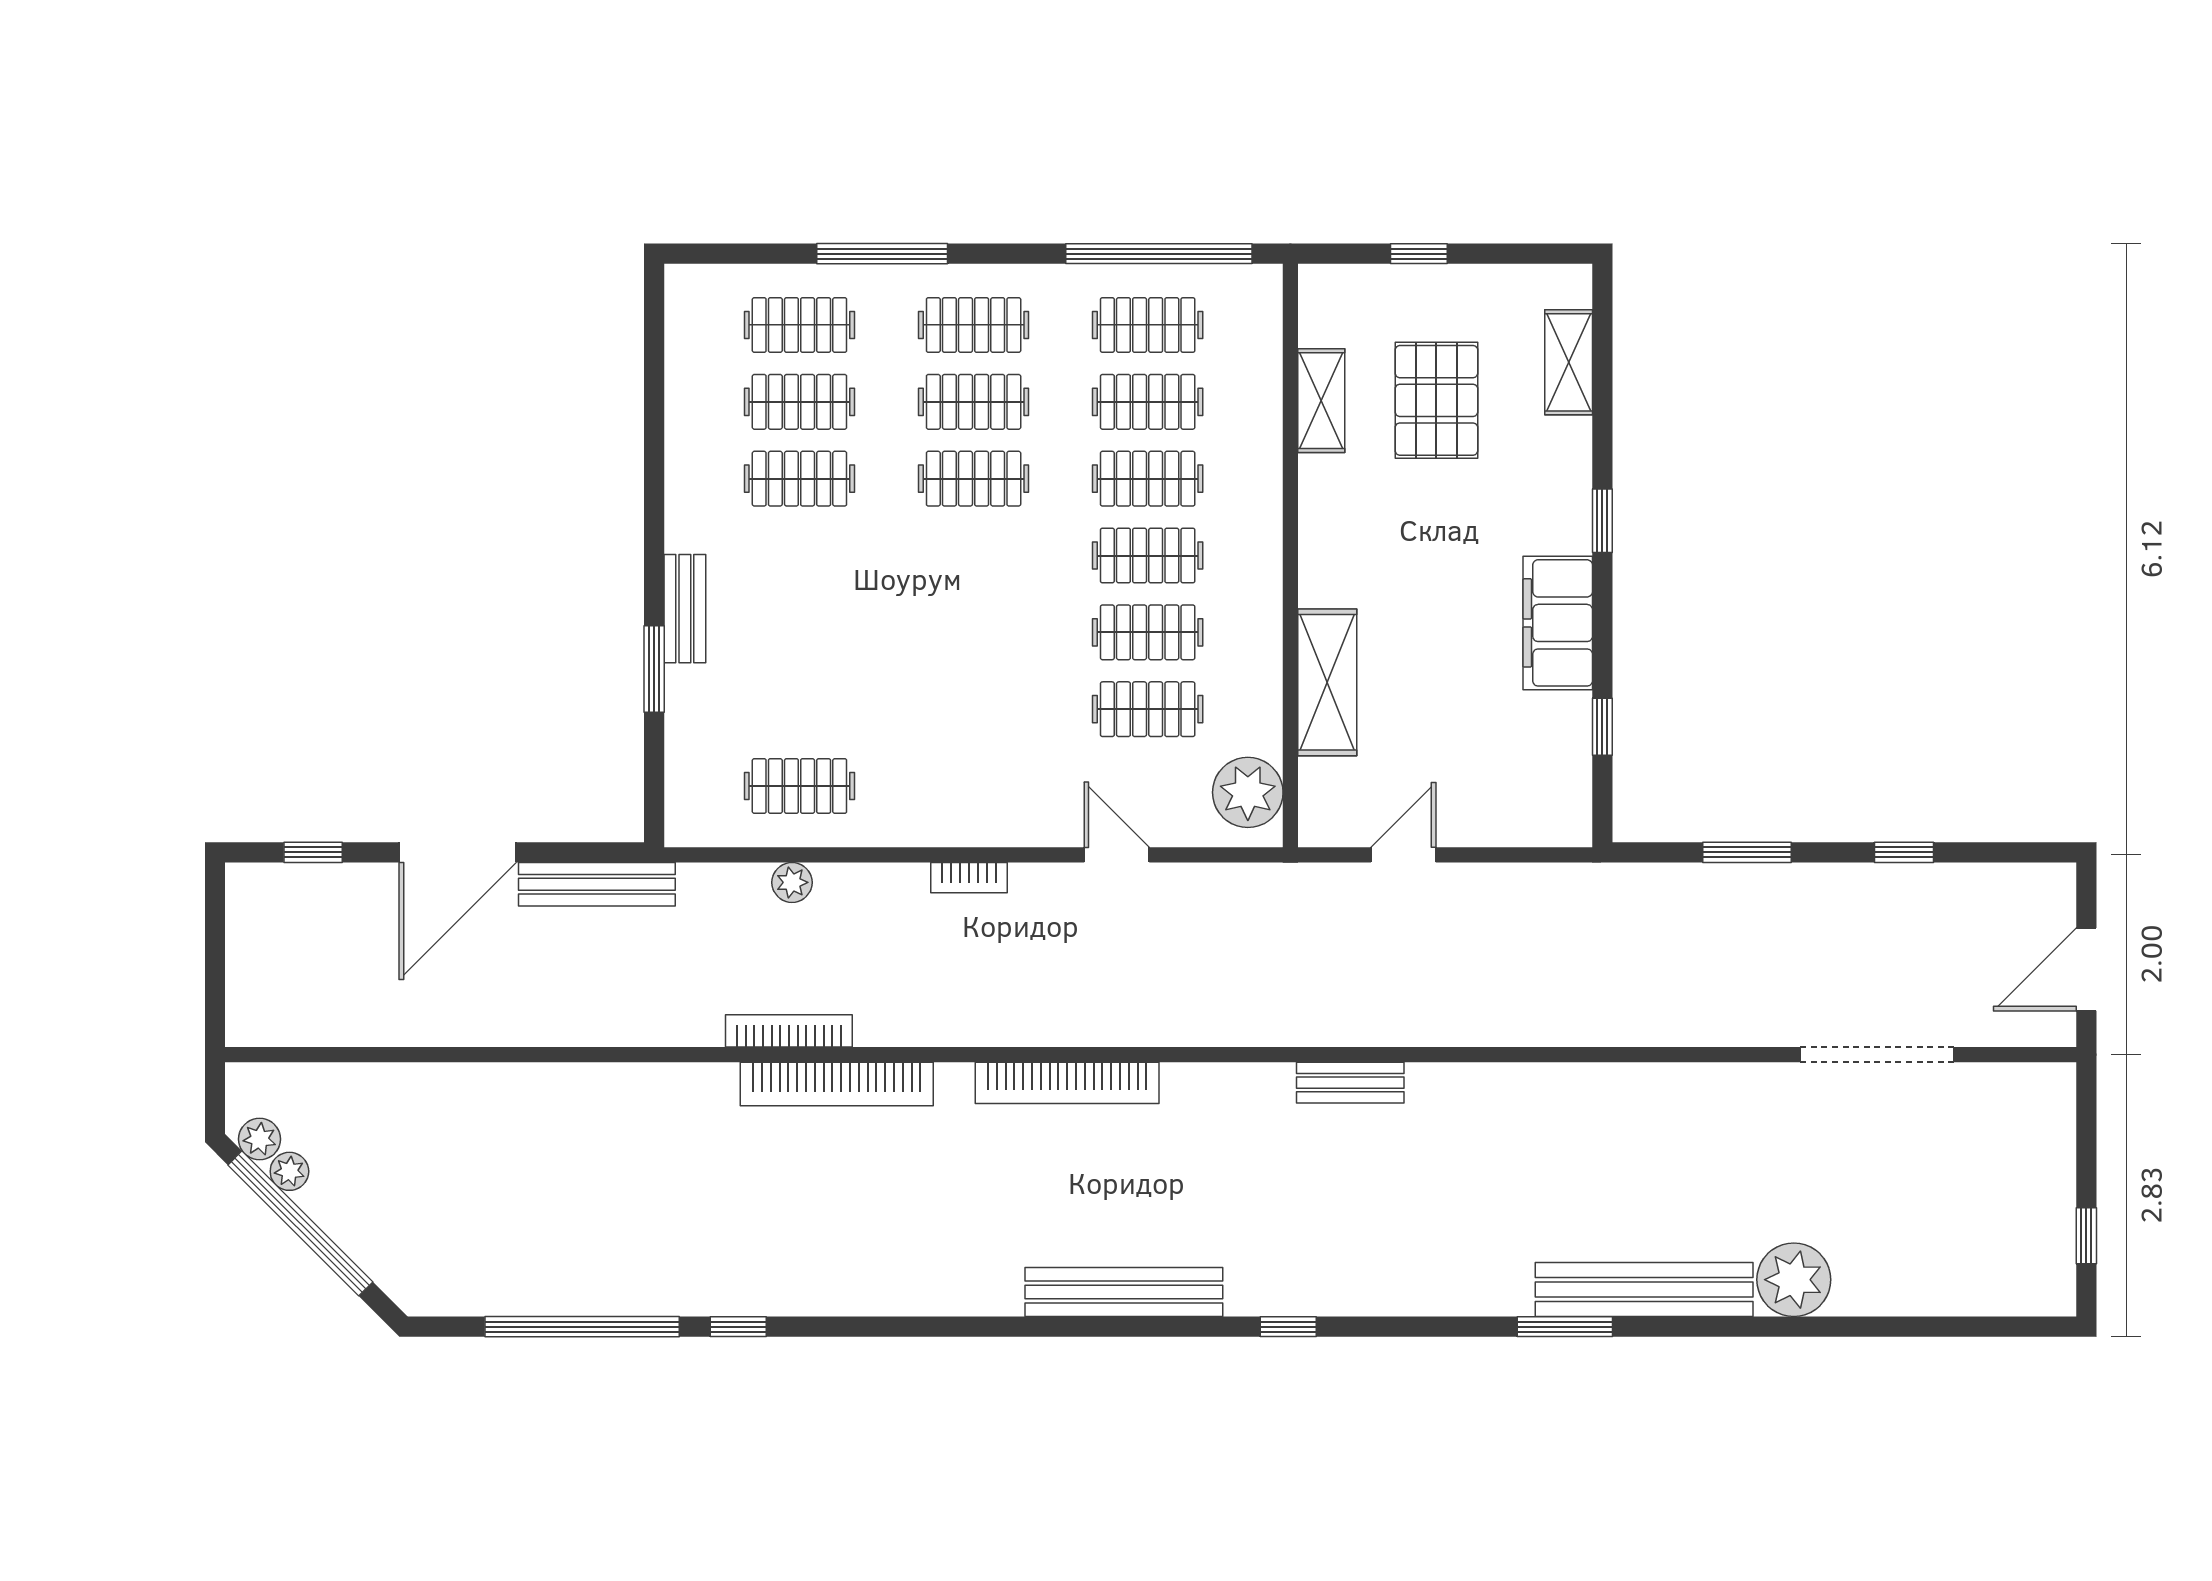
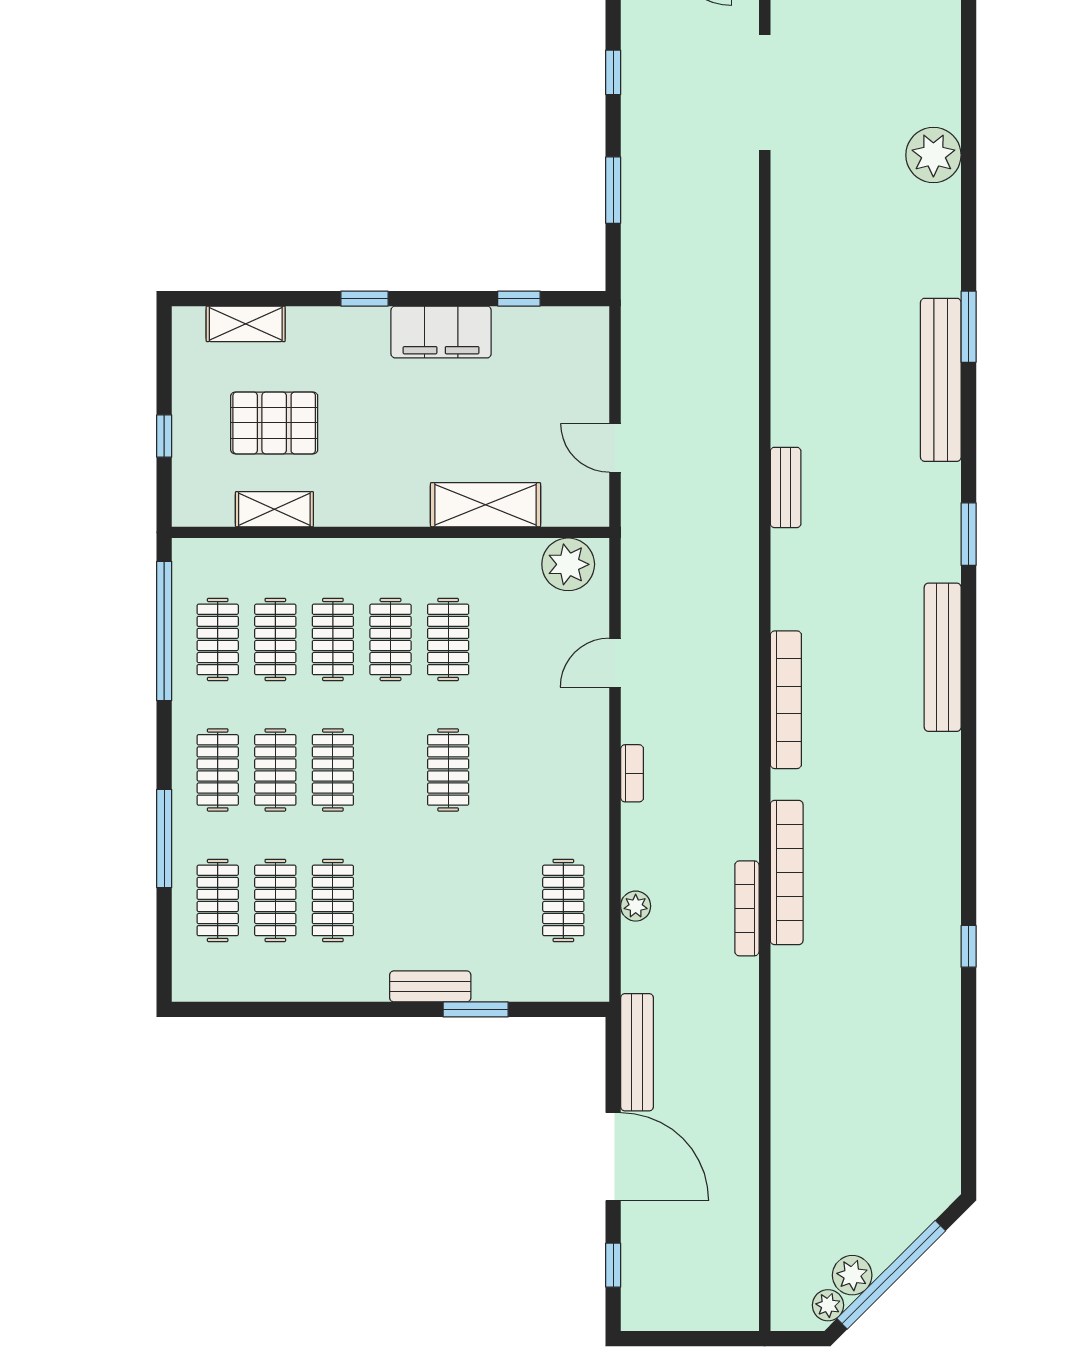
clothes rail: (1148, 709) -> (448, 770), moved
plant: (289, 1171) -> (852, 1275), width x1.38, depth x1.38
bench: (1644, 1289) -> (941, 380), moved
window: (582, 1327) -> (969, 1063), removed
window: (1288, 1327) -> (969, 534), width x1.50

